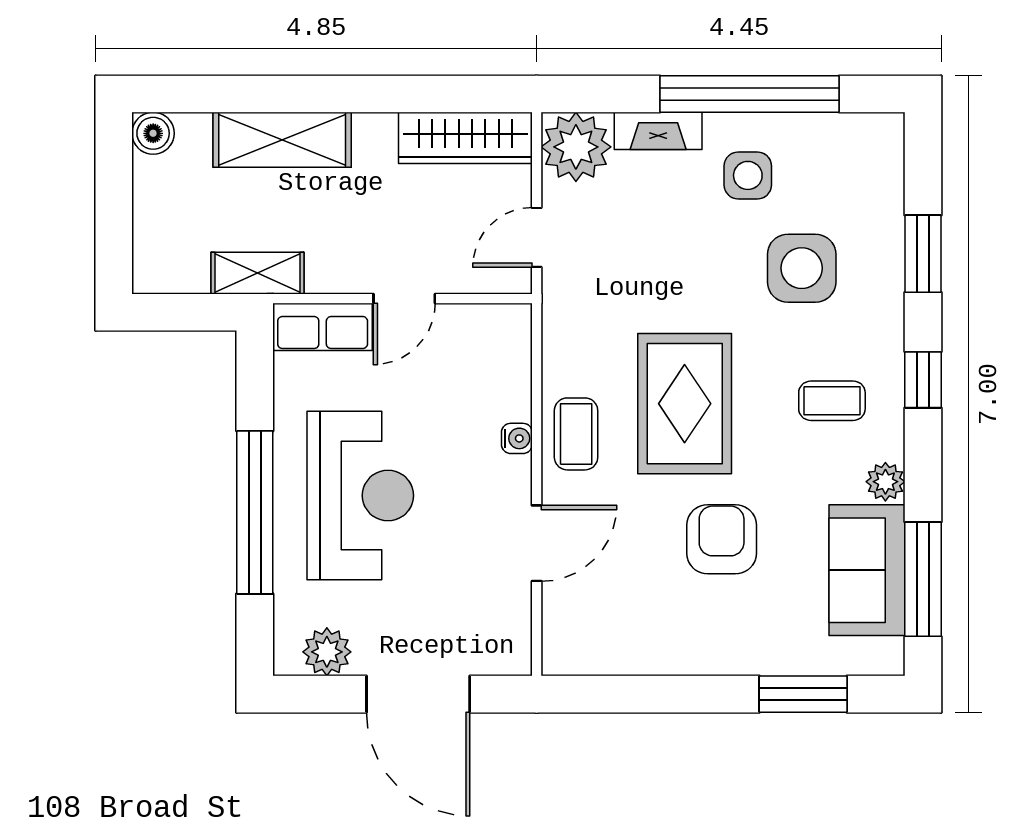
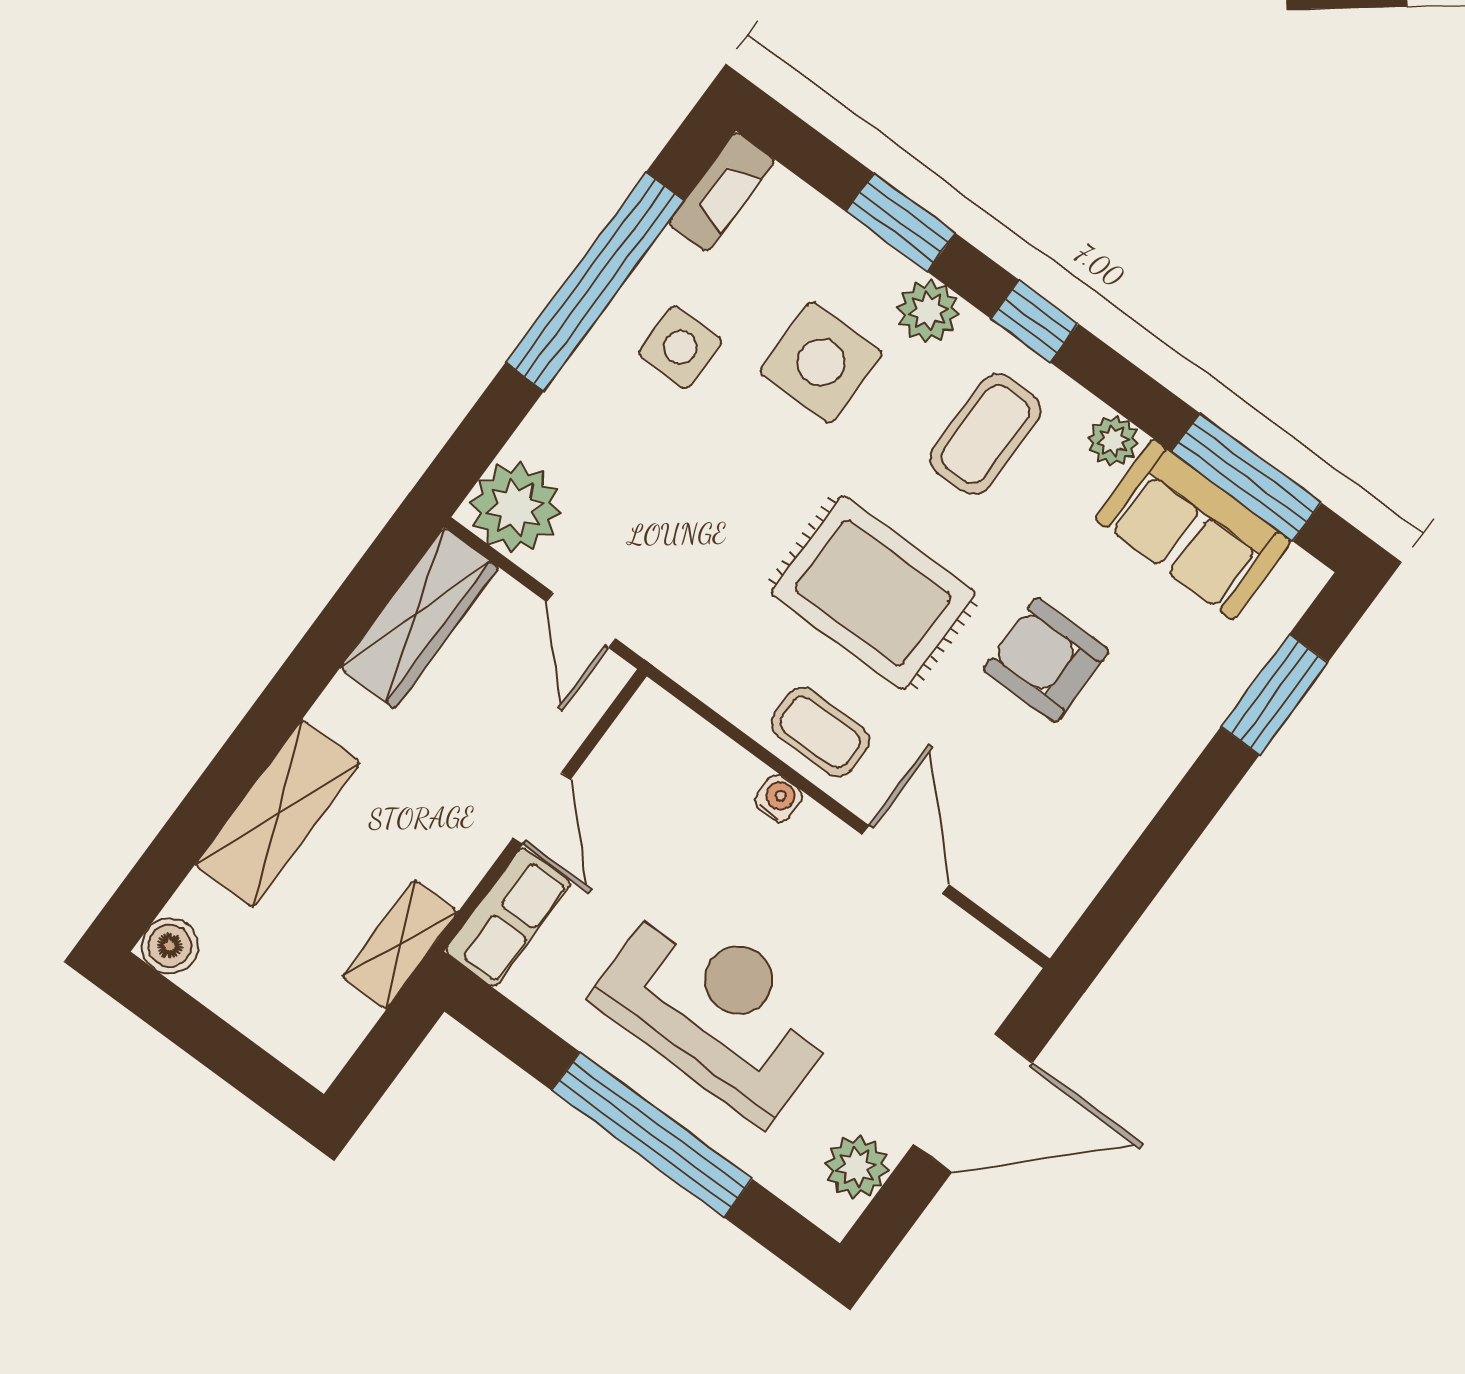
fireplace: (658, 131) -> (722, 192), moved
plant: (881, 311) -> (928, 311), added
coffee table: (832, 401) -> (985, 434), width x1.36, depth x1.30

